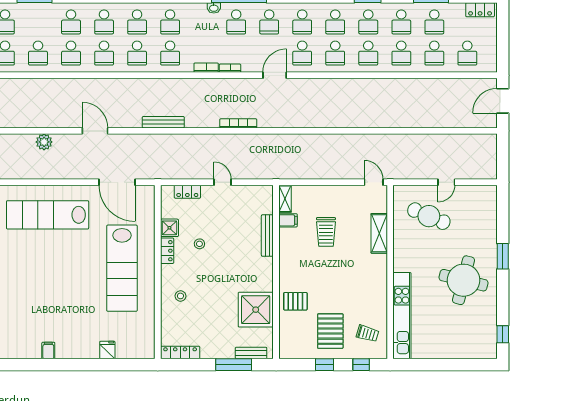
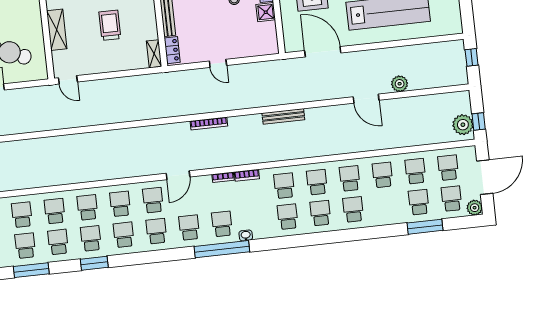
school desk: (71, 22) -> (419, 202), moved
door: (95, 131) -> (366, 99), moved
locker: (187, 192) -> (172, 50), moved, turned 90
filing cabinet: (288, 220) -> (149, 33), removed

